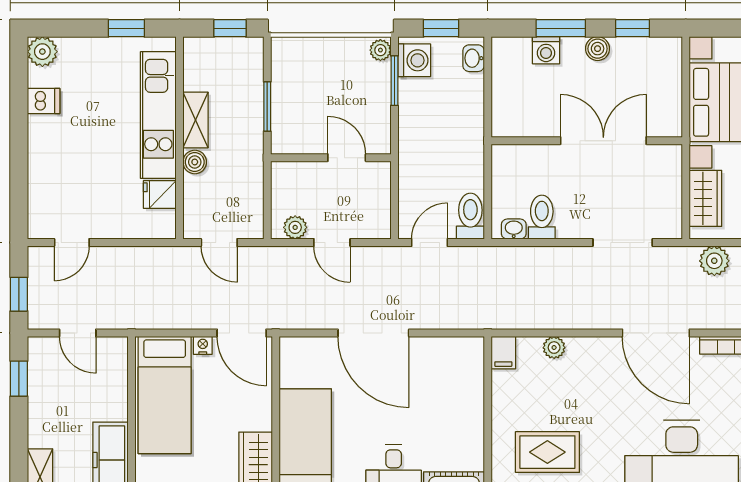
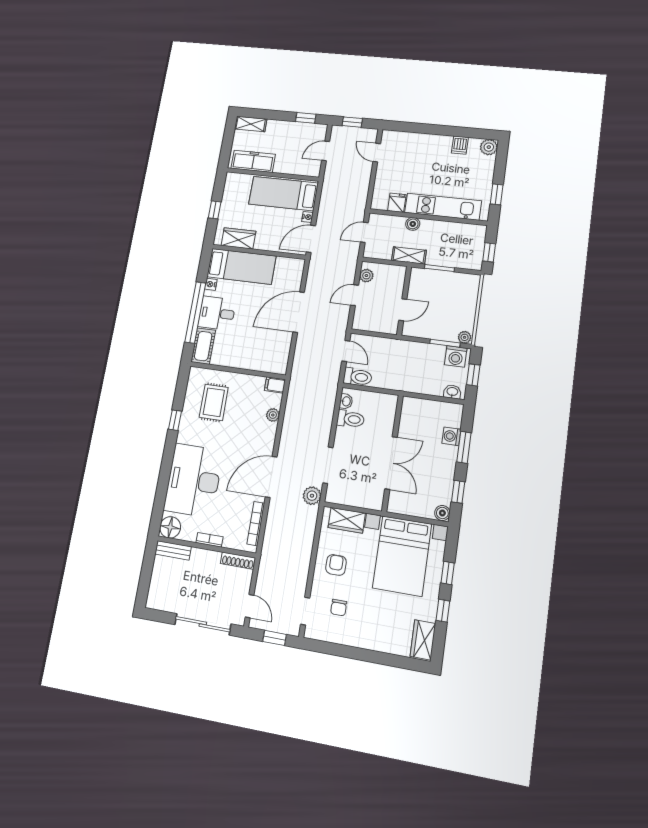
boiler: (598, 49) -> (442, 513), moved
shelving: (196, 120) -> (409, 255), moved
plant: (714, 261) -> (312, 496), moved

